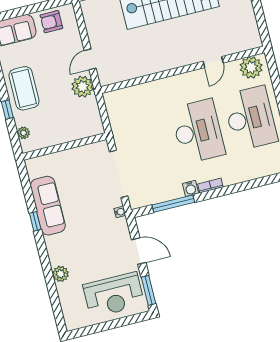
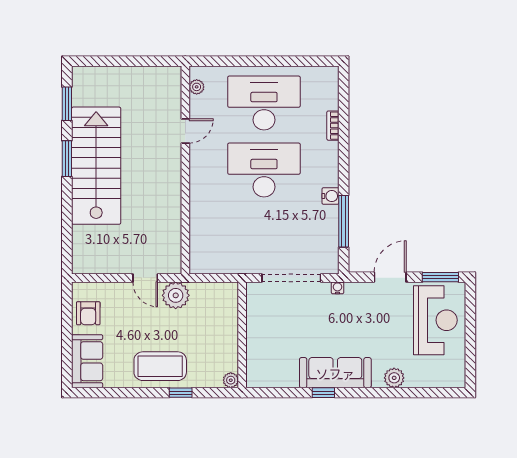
door: (213, 62) -> (185, 131), hinge flipped
plant: (251, 67) -> (197, 87), width x0.53, depth x0.53
plant: (23, 133) -> (231, 380), moved
bookcase: (210, 186) -> (333, 126), moved
sofa: (48, 206) -> (335, 373), moved

